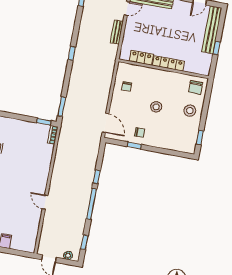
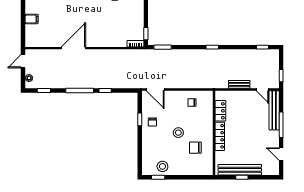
bench: (212, 30) -> (240, 170), moved
chair: (196, 88) -> (195, 148), moved
stool: (190, 111) -> (162, 166), moved
door: (105, 123) -> (155, 90), hinge flipped
door: (45, 202) -> (73, 48), width x1.87

